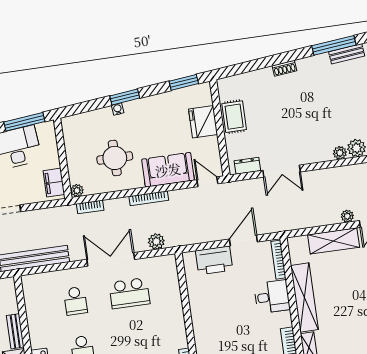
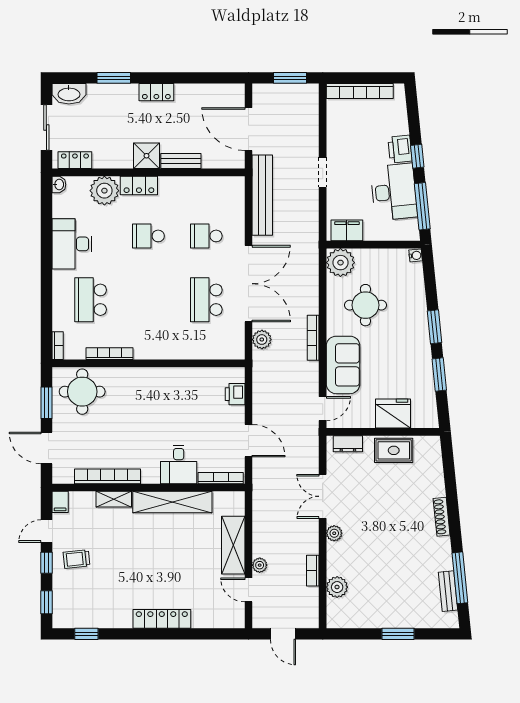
shoe rack: (284, 68) -> (442, 517), width x1.43
window: (184, 82) -> (439, 374), moved
water cooler: (118, 109) -> (416, 255), moved
plant: (340, 153) -> (334, 533), moved
dresser: (247, 166) -> (348, 444), moved, turned 90
plant: (77, 191) -> (340, 263), width x1.88, depth x1.88
bookcase: (90, 207) -> (313, 571), moved
double door: (111, 259) -> (248, 284), width x1.36
printer: (214, 260) -> (235, 394), width x0.53, depth x0.68

